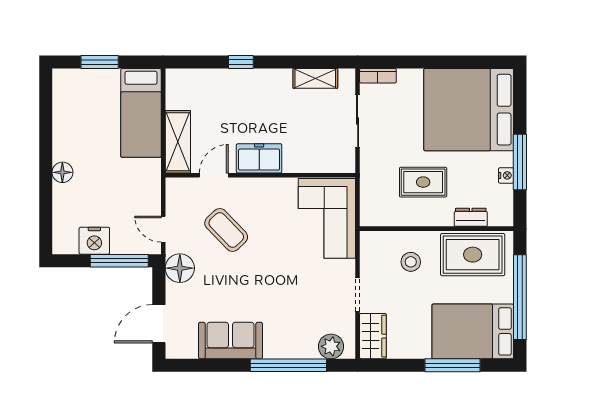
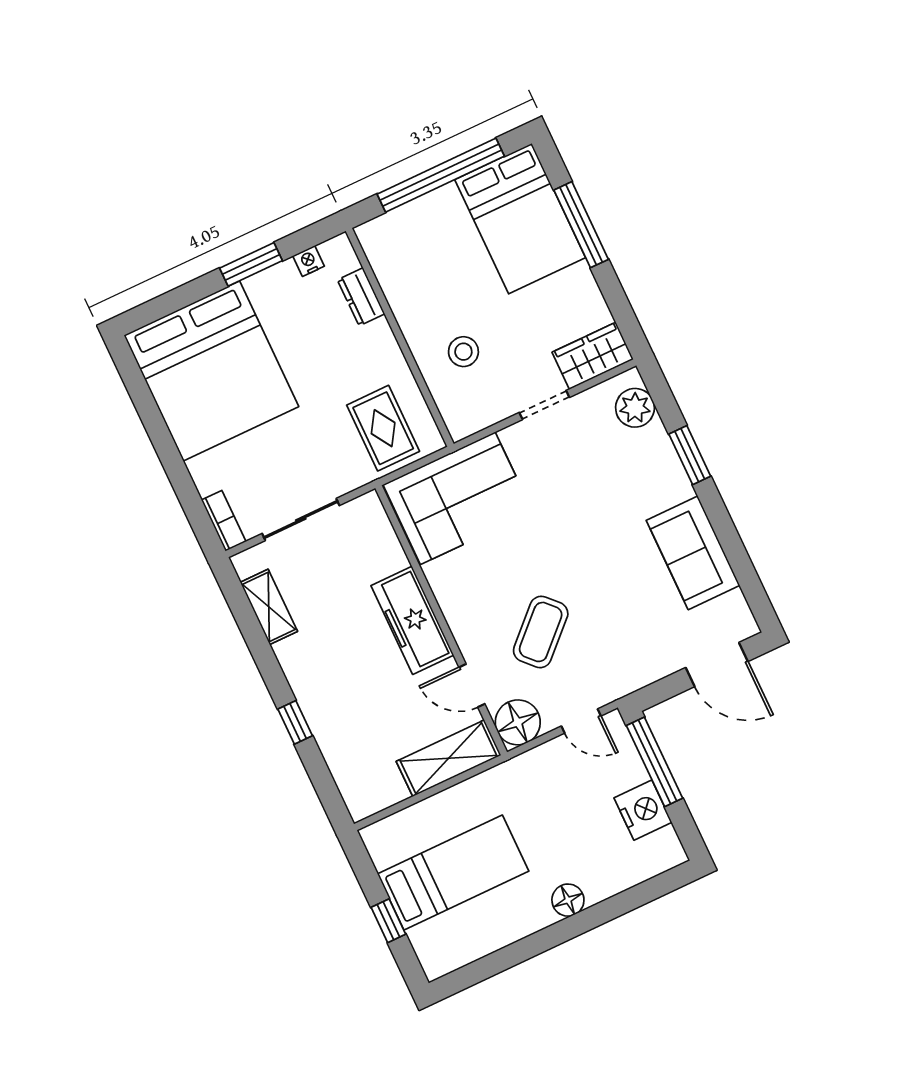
window: (100, 62) -> (388, 921), width x0.67
bed: (141, 113) -> (453, 873), moved
freezer: (259, 158) -> (412, 620), width x1.40
window: (520, 162) -> (251, 264), width x0.69
nightstand: (506, 175) -> (309, 261), moved
rug: (423, 182) -> (383, 428), moved
door: (163, 229) -> (581, 721), hinge flipped
rug: (473, 255) -> (412, 270), removed
floor lamp: (180, 268) -> (518, 722), moved
window: (288, 365) -> (690, 455), width x0.47

